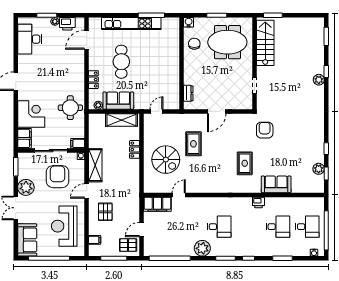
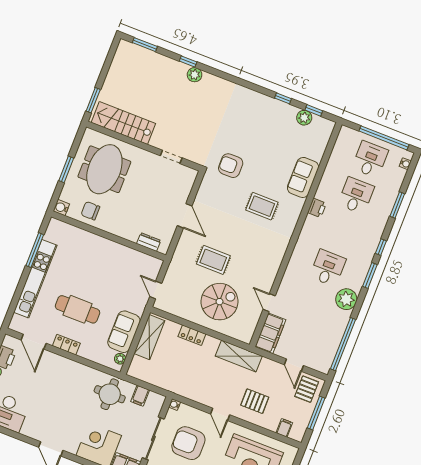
locker: (93, 80) -> (66, 345), moved
filing cabinet: (78, 143) -> (140, 396), moved
shelving: (95, 165) -> (239, 356), moved

